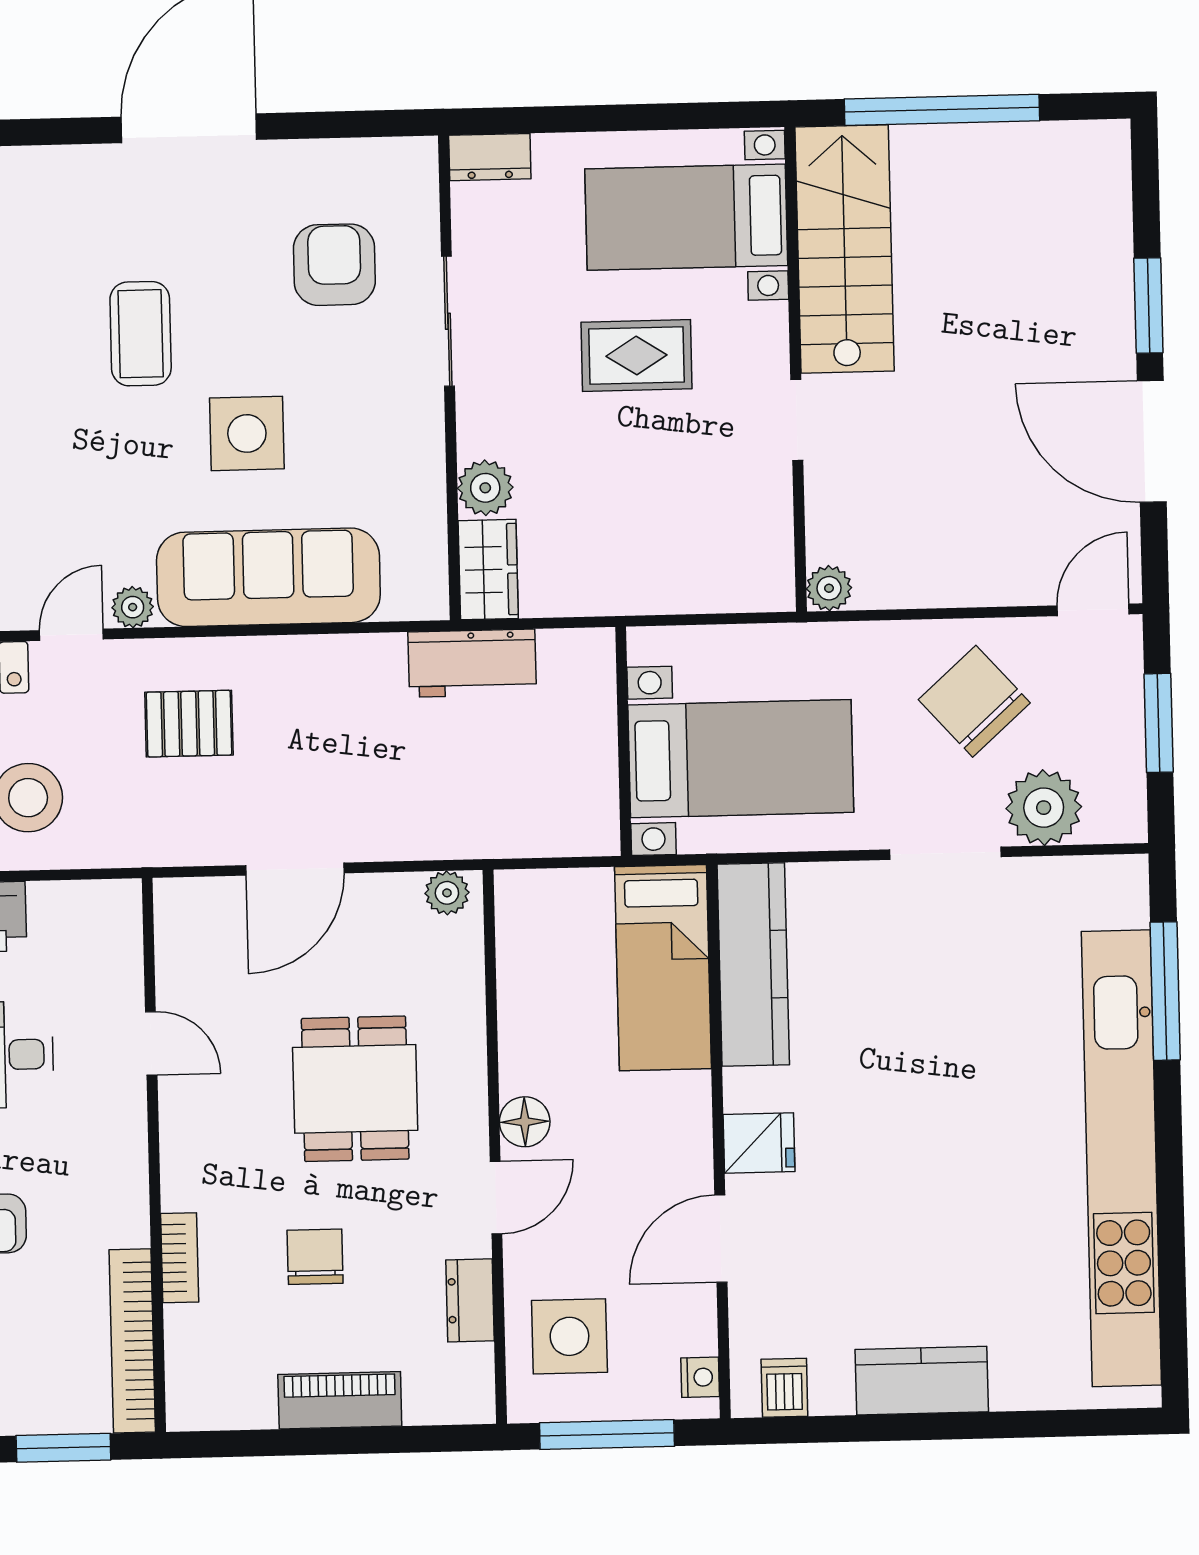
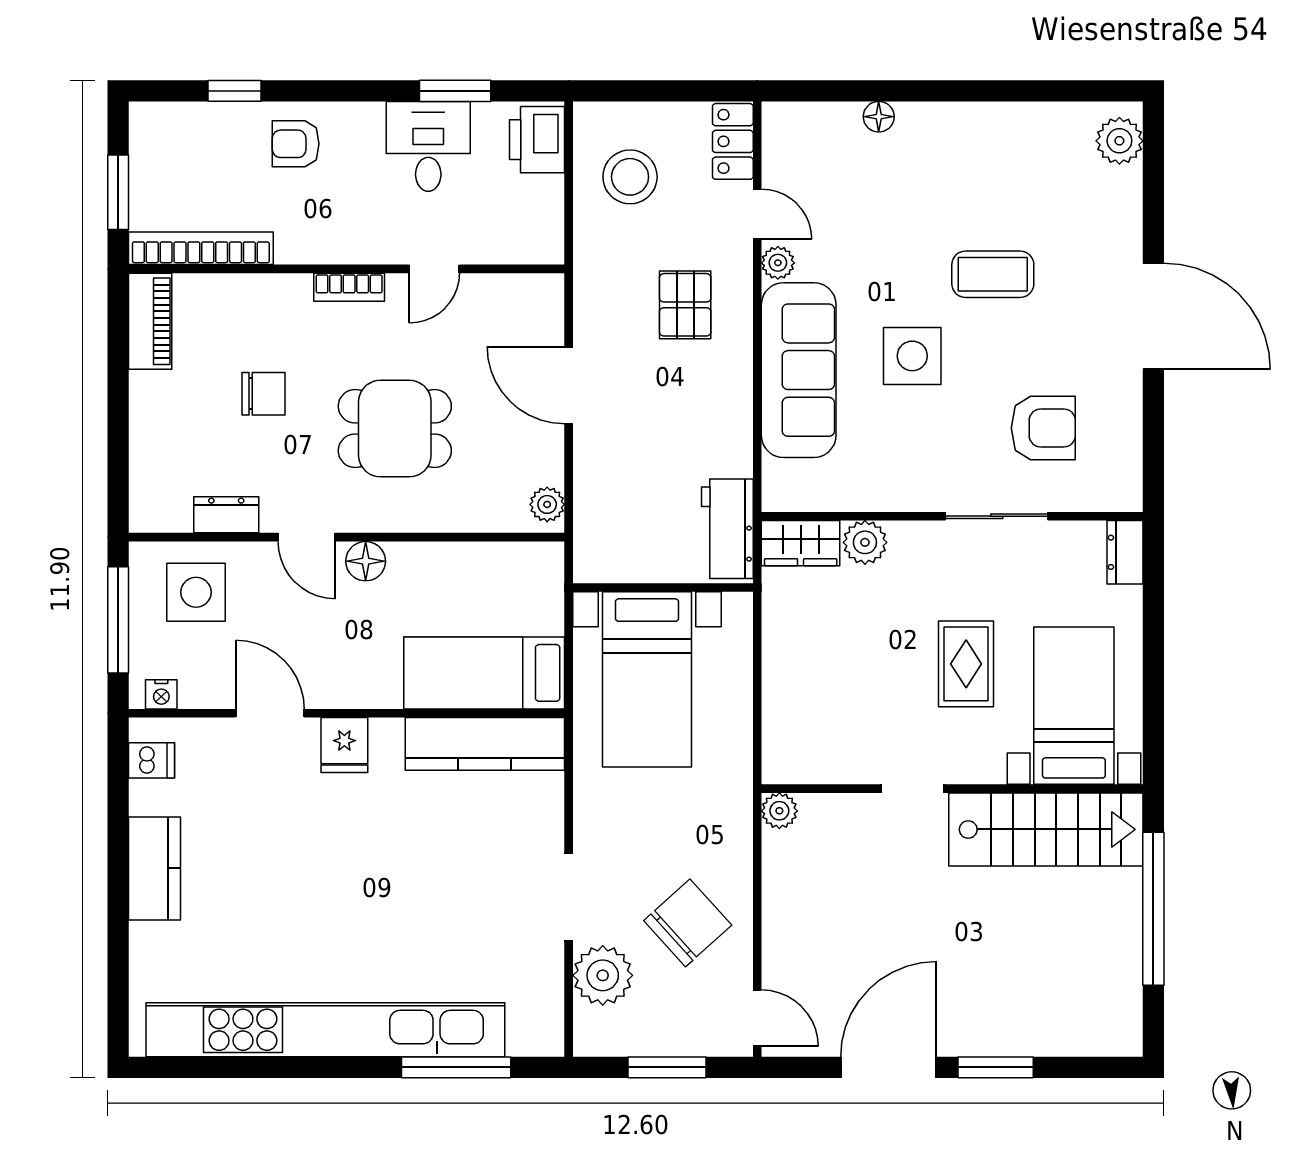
wall: (623, 741) -> (663, 587), moved
bed with nightstands: (741, 759) -> (647, 679), moved
bookcase: (180, 1258) -> (349, 287), moved
piano: (340, 1400) -> (150, 321), moved

